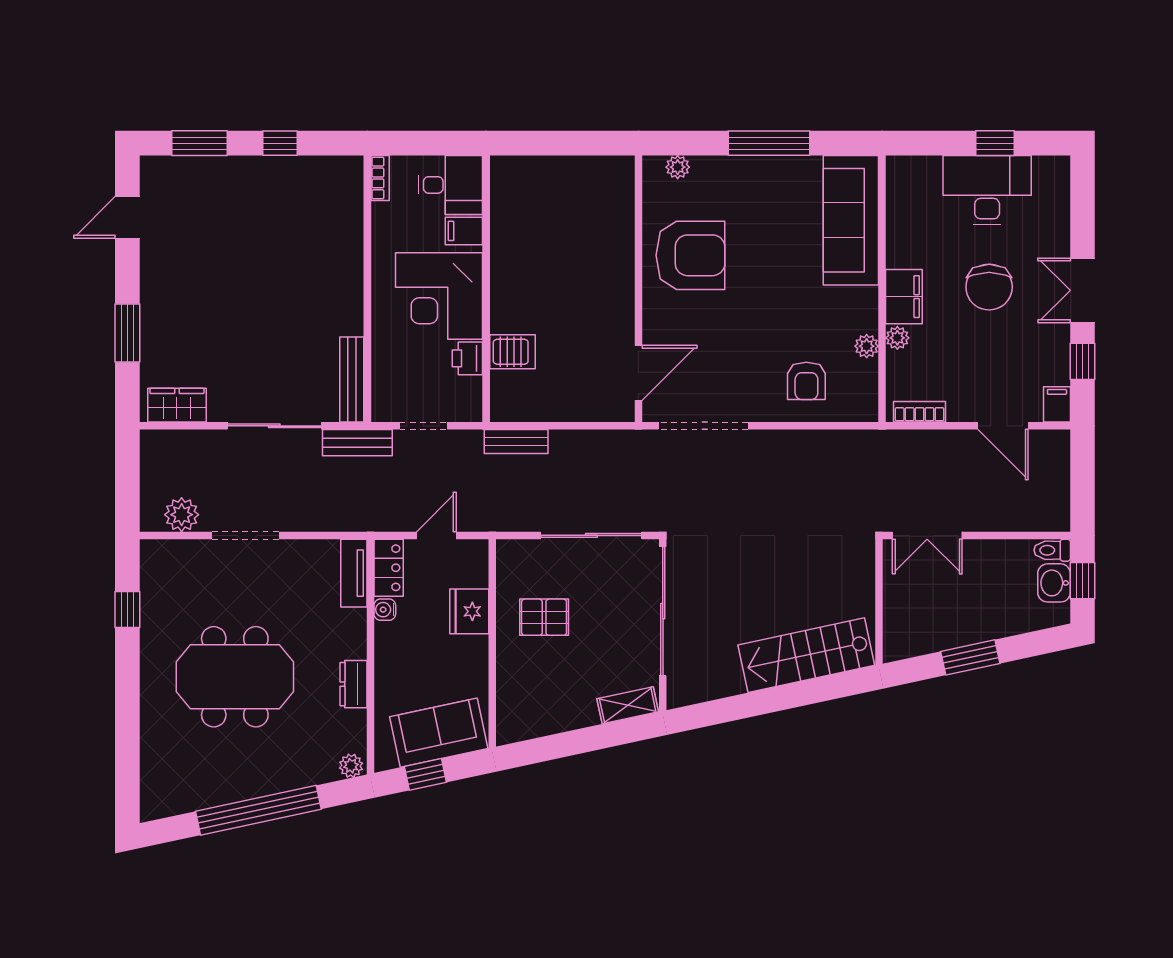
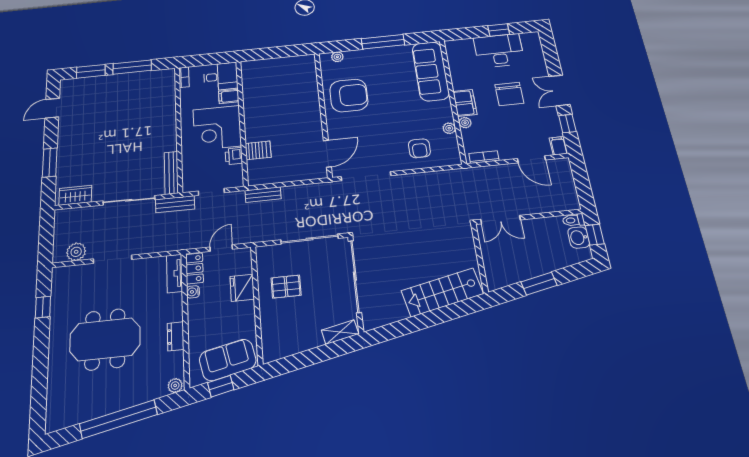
window: (280, 143) -> (132, 67), width x2.17

